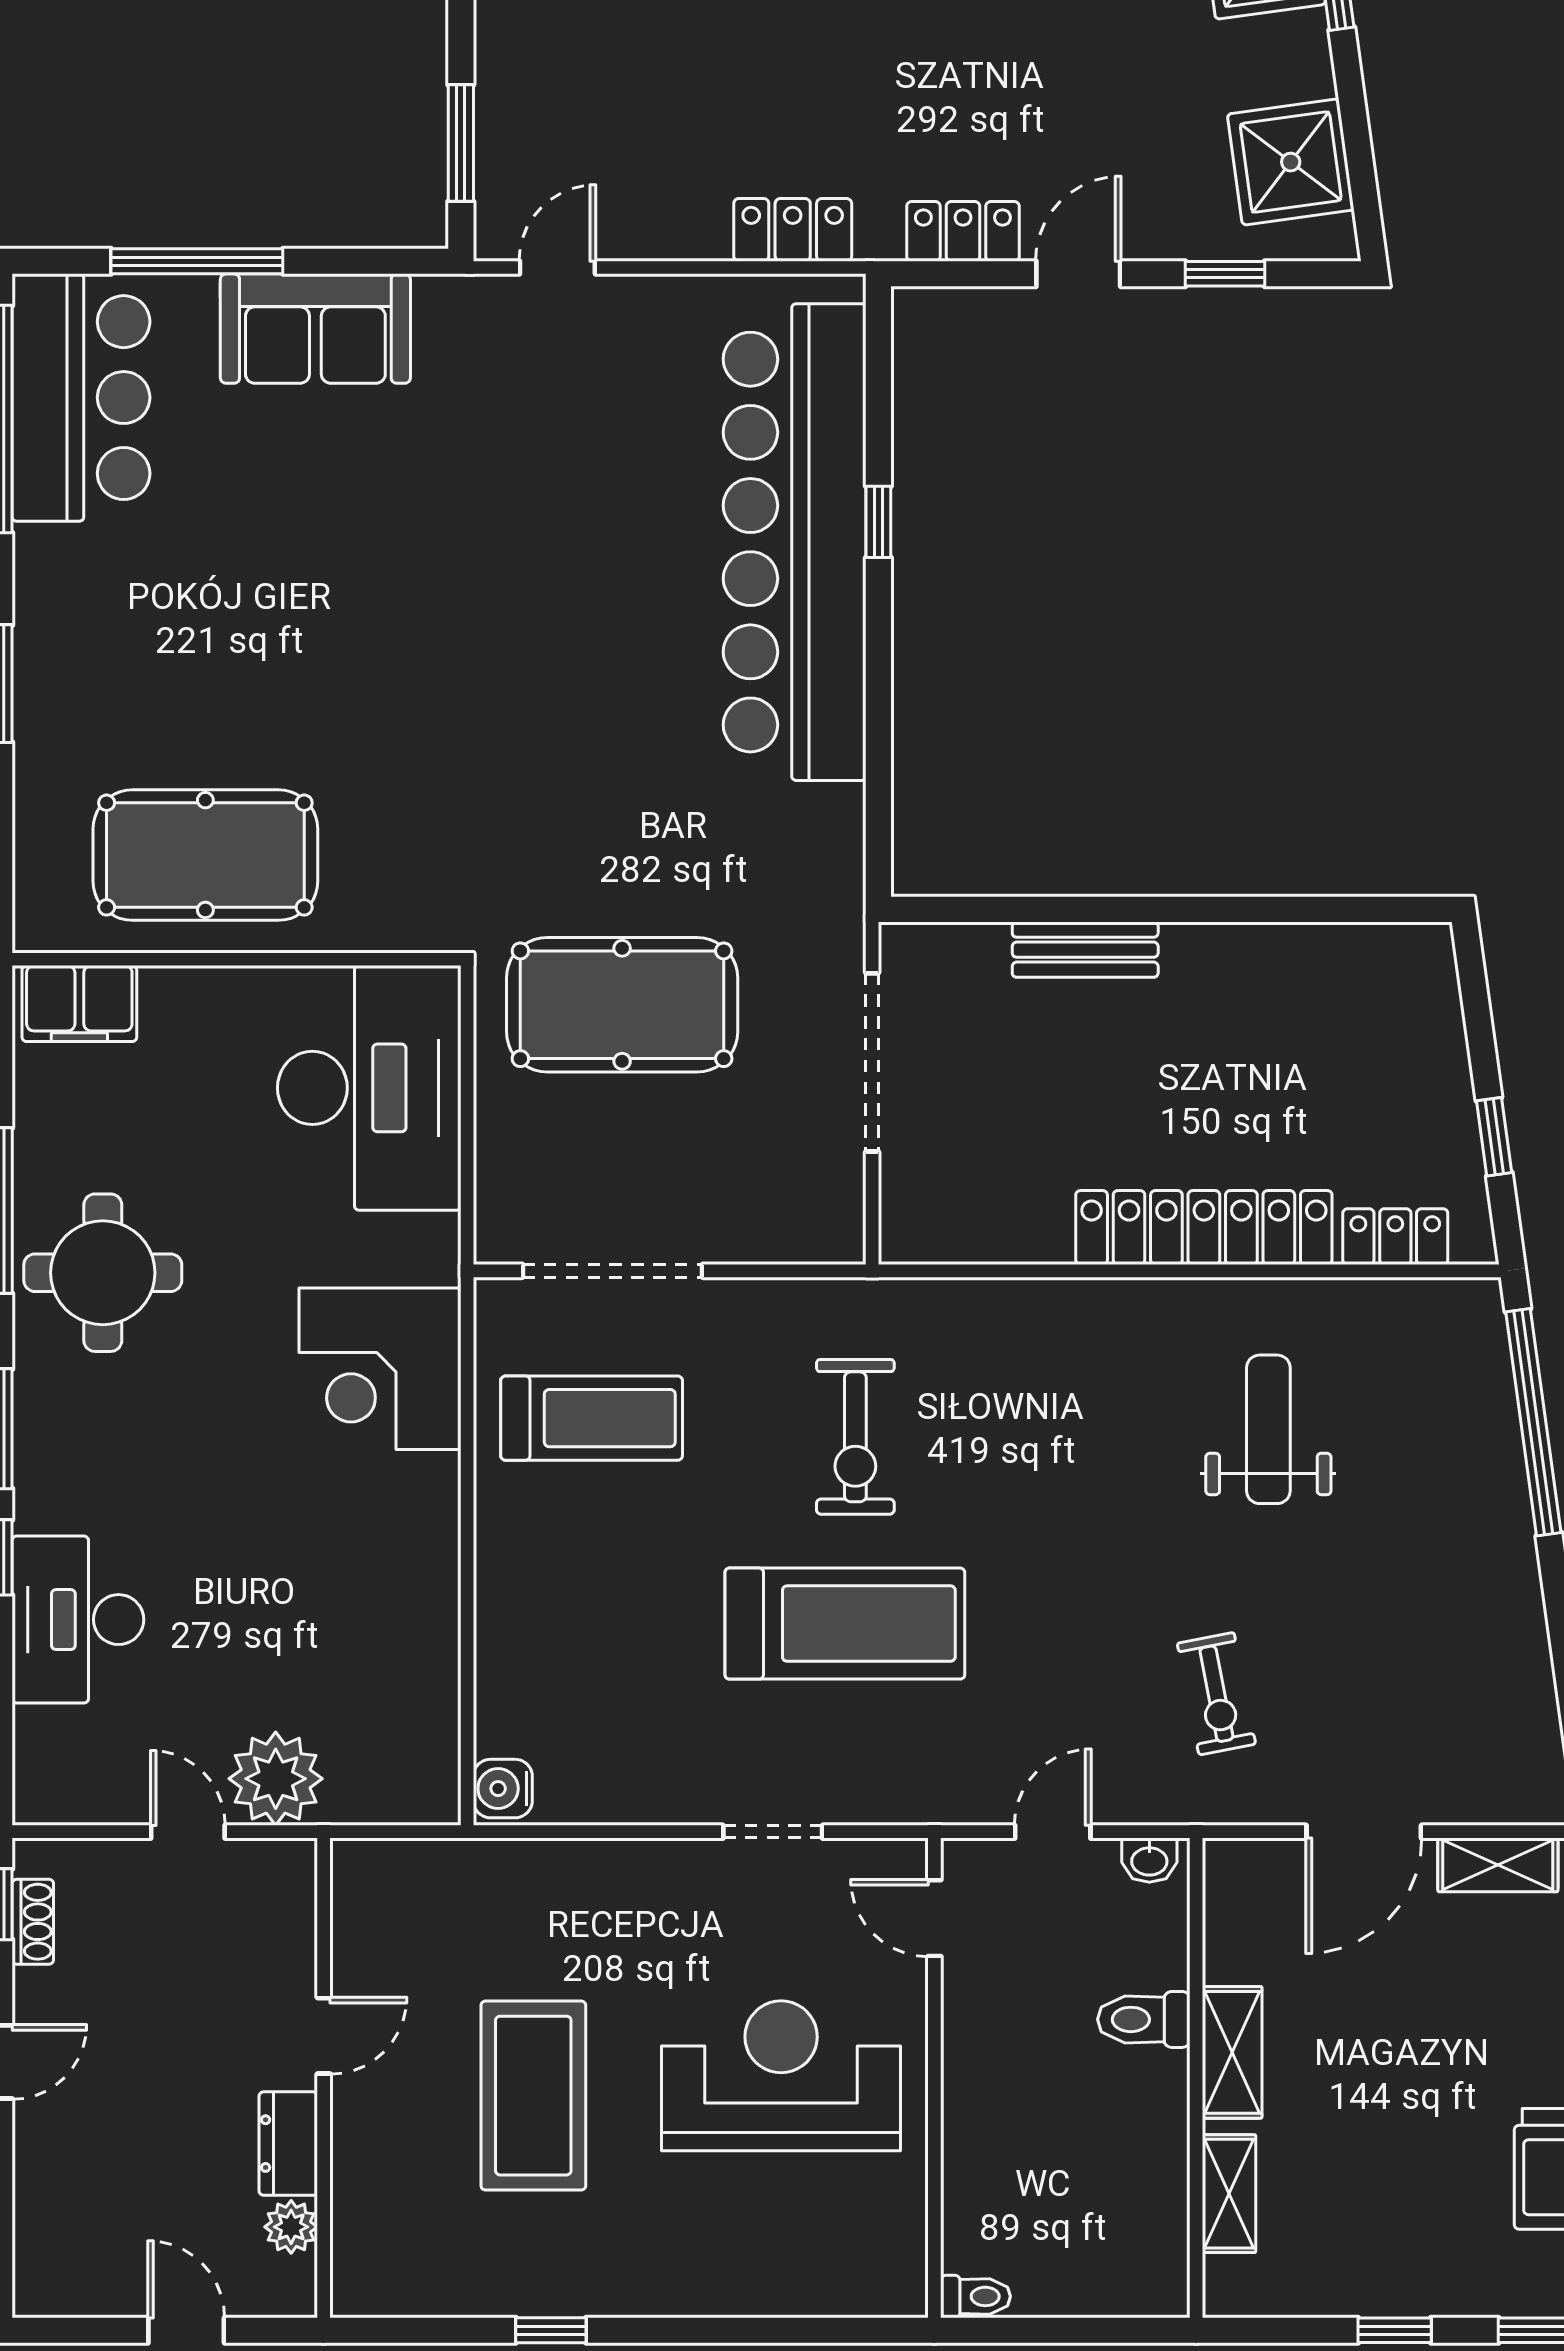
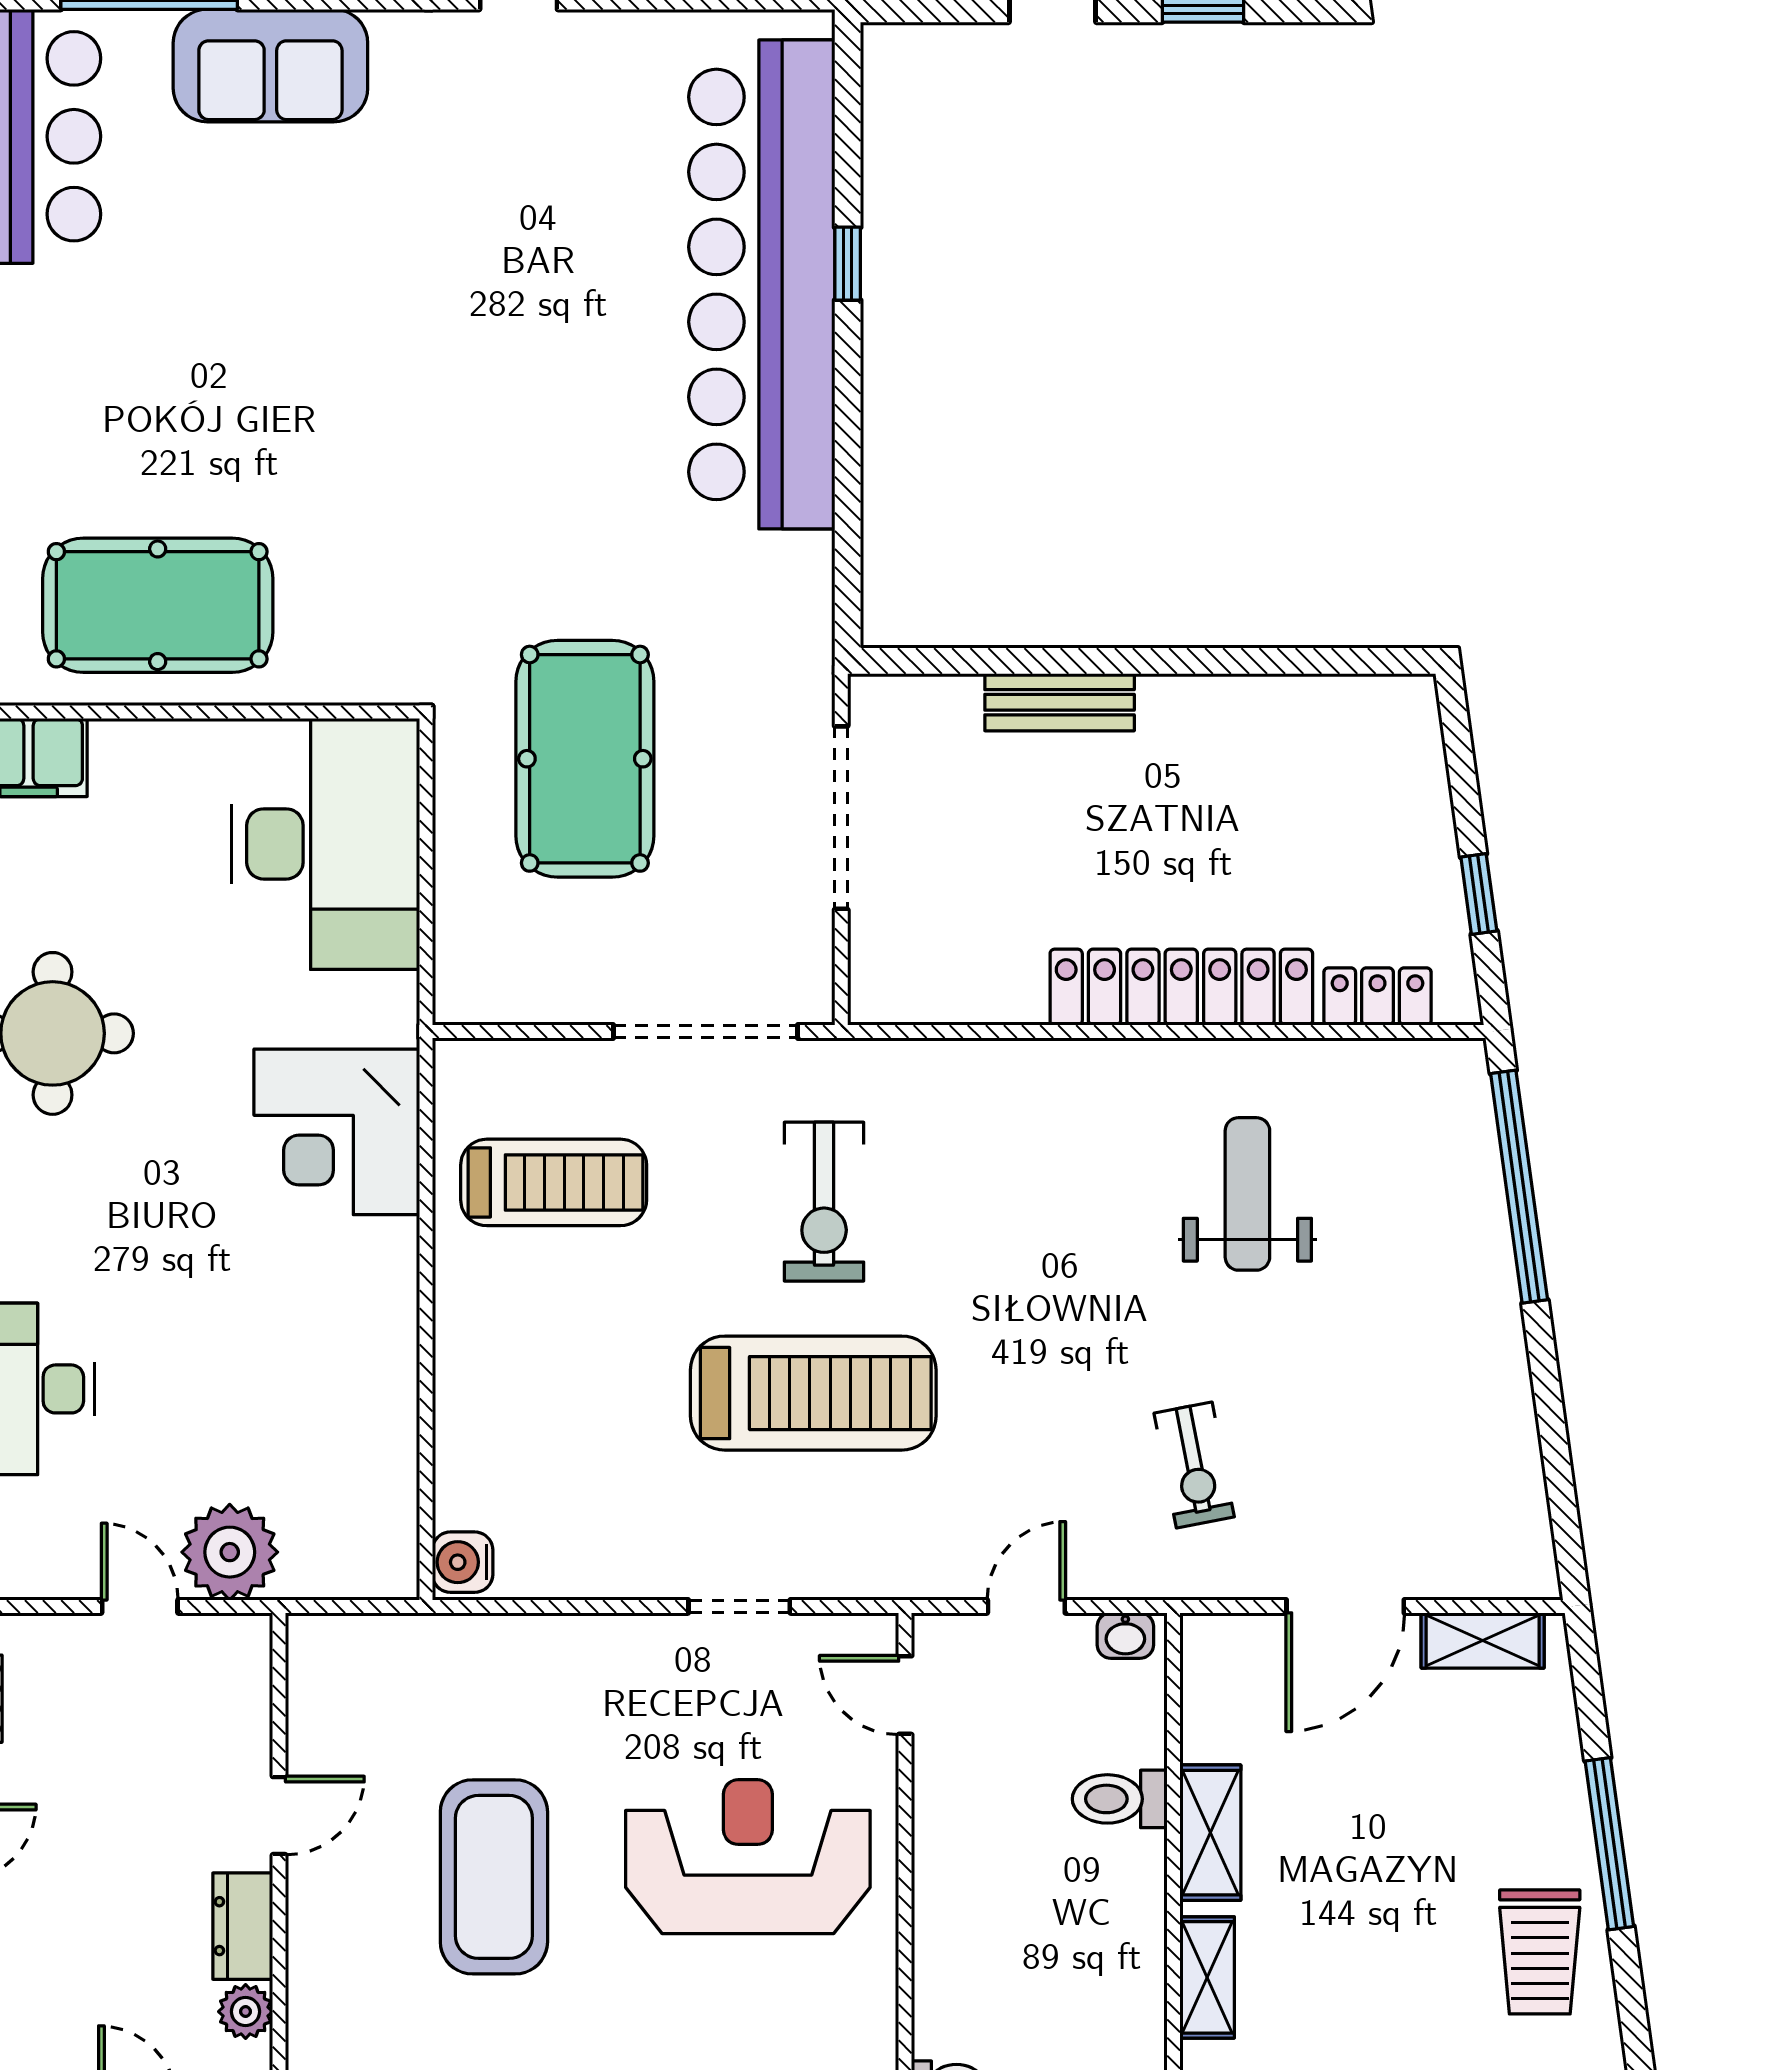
pool table: (622, 1005) -> (585, 759), turned 90
doorway: (612, 1271) -> (706, 1031), moved

